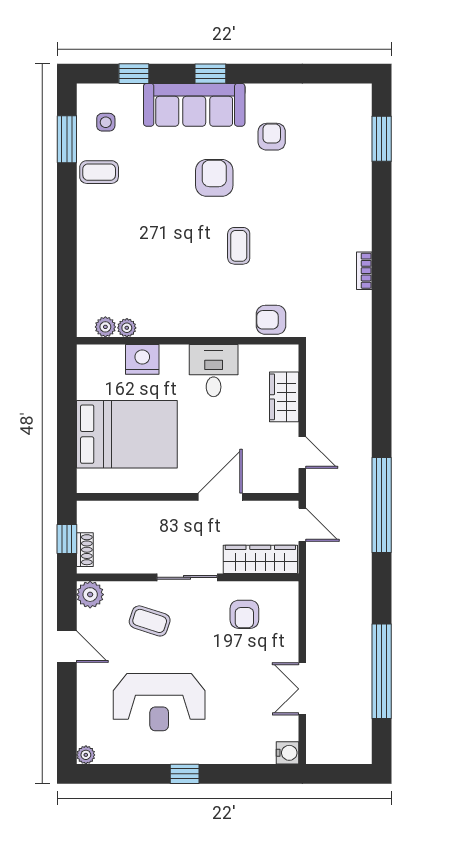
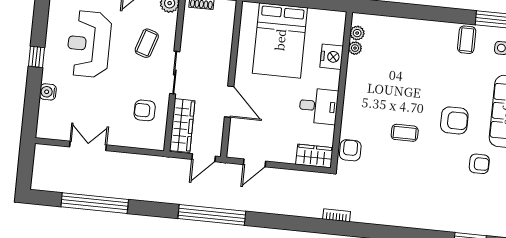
bookcase: (364, 271) -> (337, 215), moved
wardrobe: (284, 397) -> (314, 156), moved
water cooler: (287, 753) -> (48, 92), moved, turned 90

